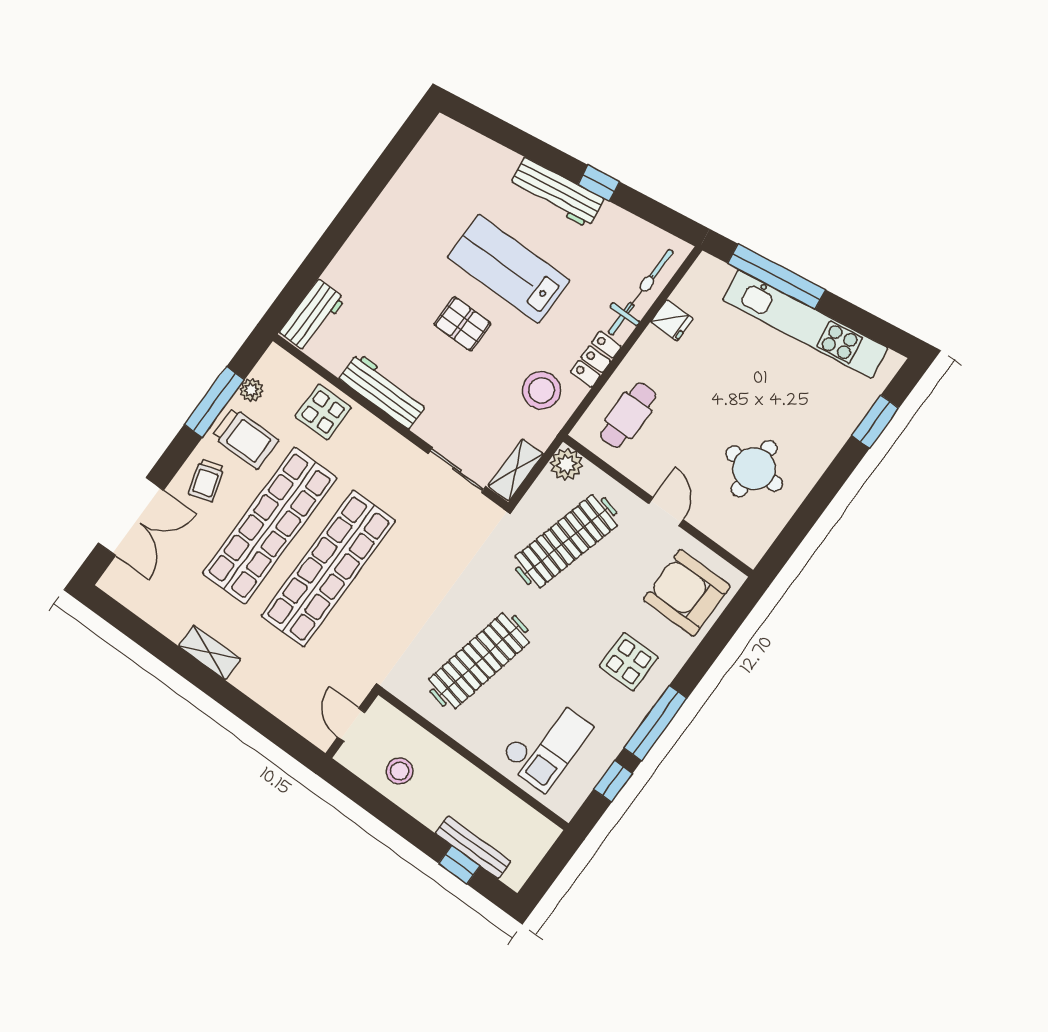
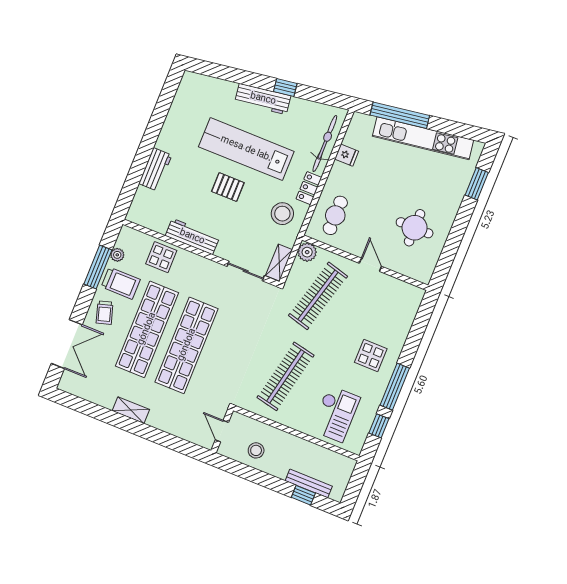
lab bench: (509, 269) -> (246, 149), width x1.36
workbench: (312, 316) -> (155, 169), moved
armchair: (687, 593) -> (394, 308), removed

